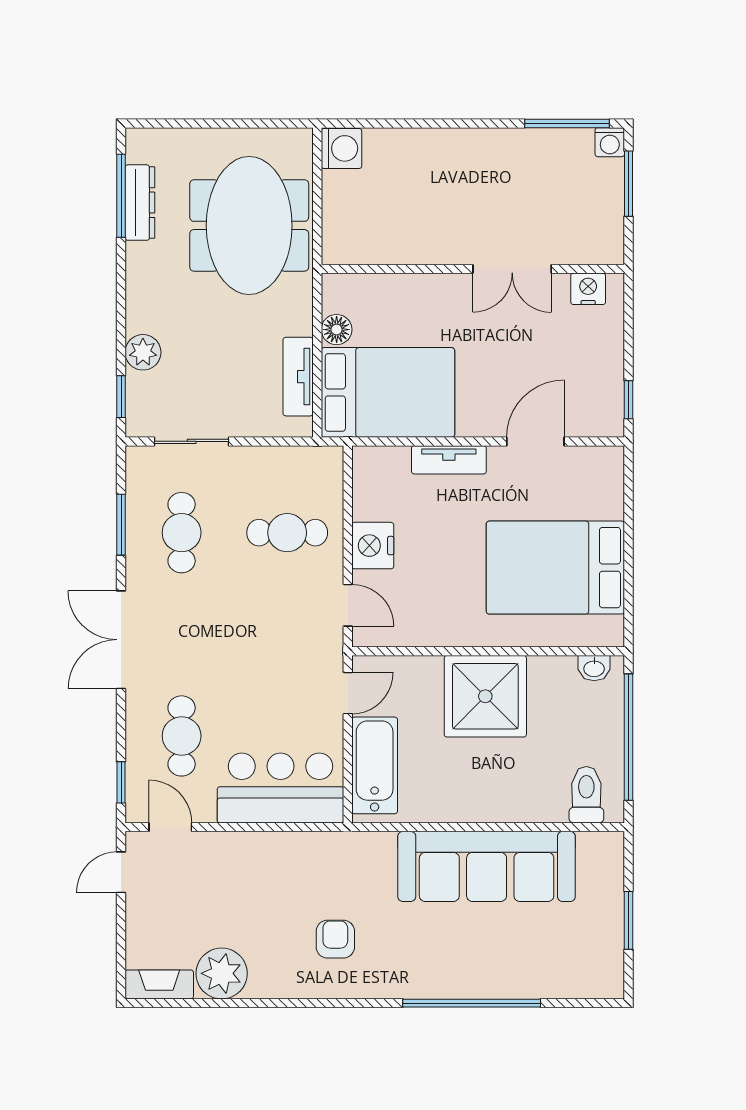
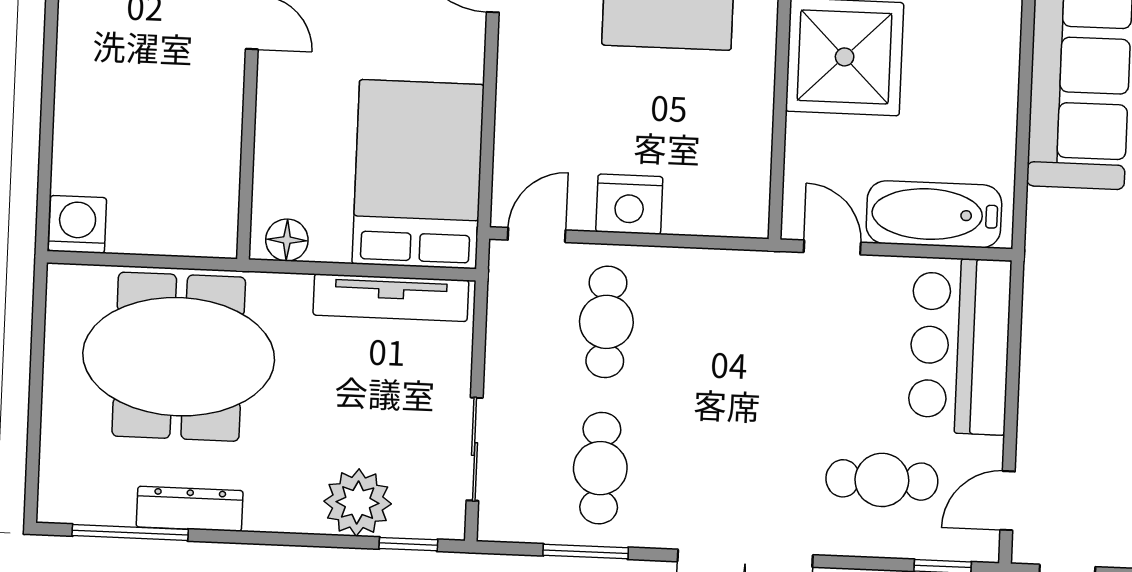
dresser: (140, 203) -> (190, 509), moved
floor lamp: (337, 330) -> (287, 240), moved
plant: (143, 352) -> (358, 503), width x1.36, depth x1.36
tv unit: (298, 377) -> (391, 298), width x1.41
tv unit: (449, 460) -> (515, 94), removed
cafe table: (182, 533) -> (600, 468), turned 90
door: (348, 605) -> (537, 235), moved

